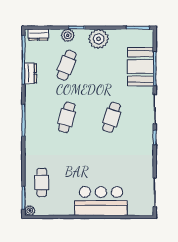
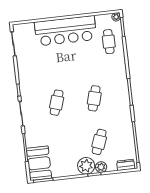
plant: (99, 39) -> (86, 166), moved
booth: (141, 67) -> (39, 163), moved
dresser: (31, 73) -> (129, 132), removed
bar counter: (101, 201) -> (66, 31), width x1.36

